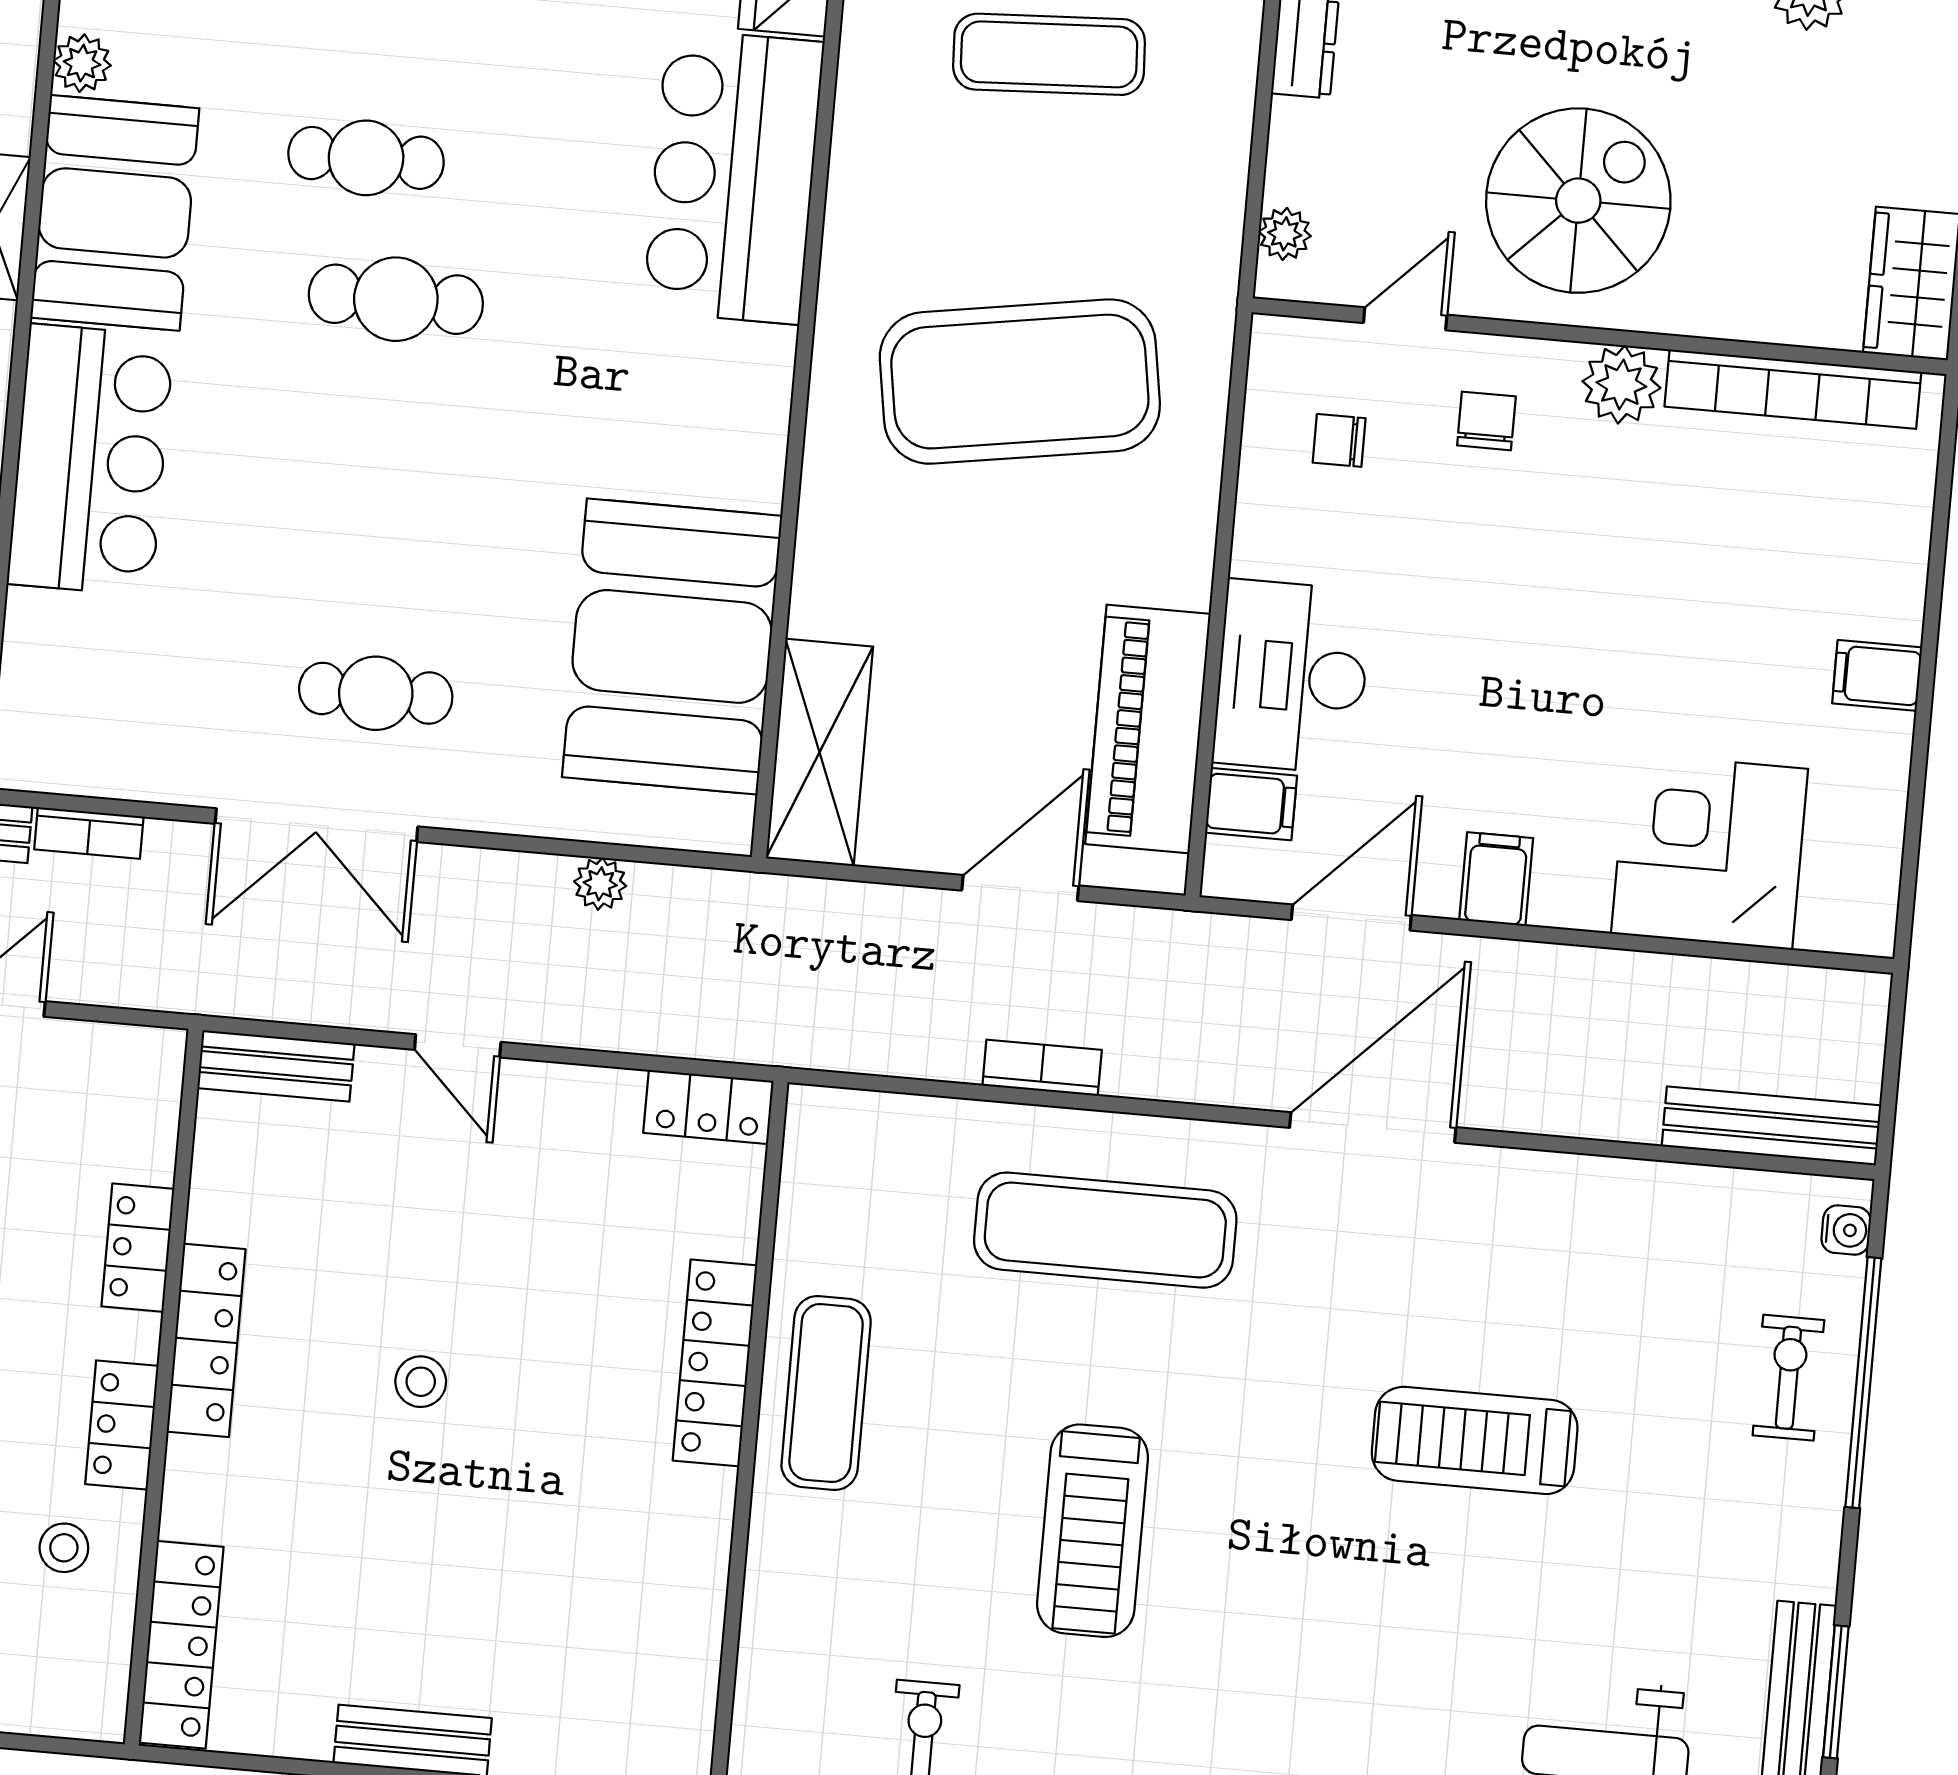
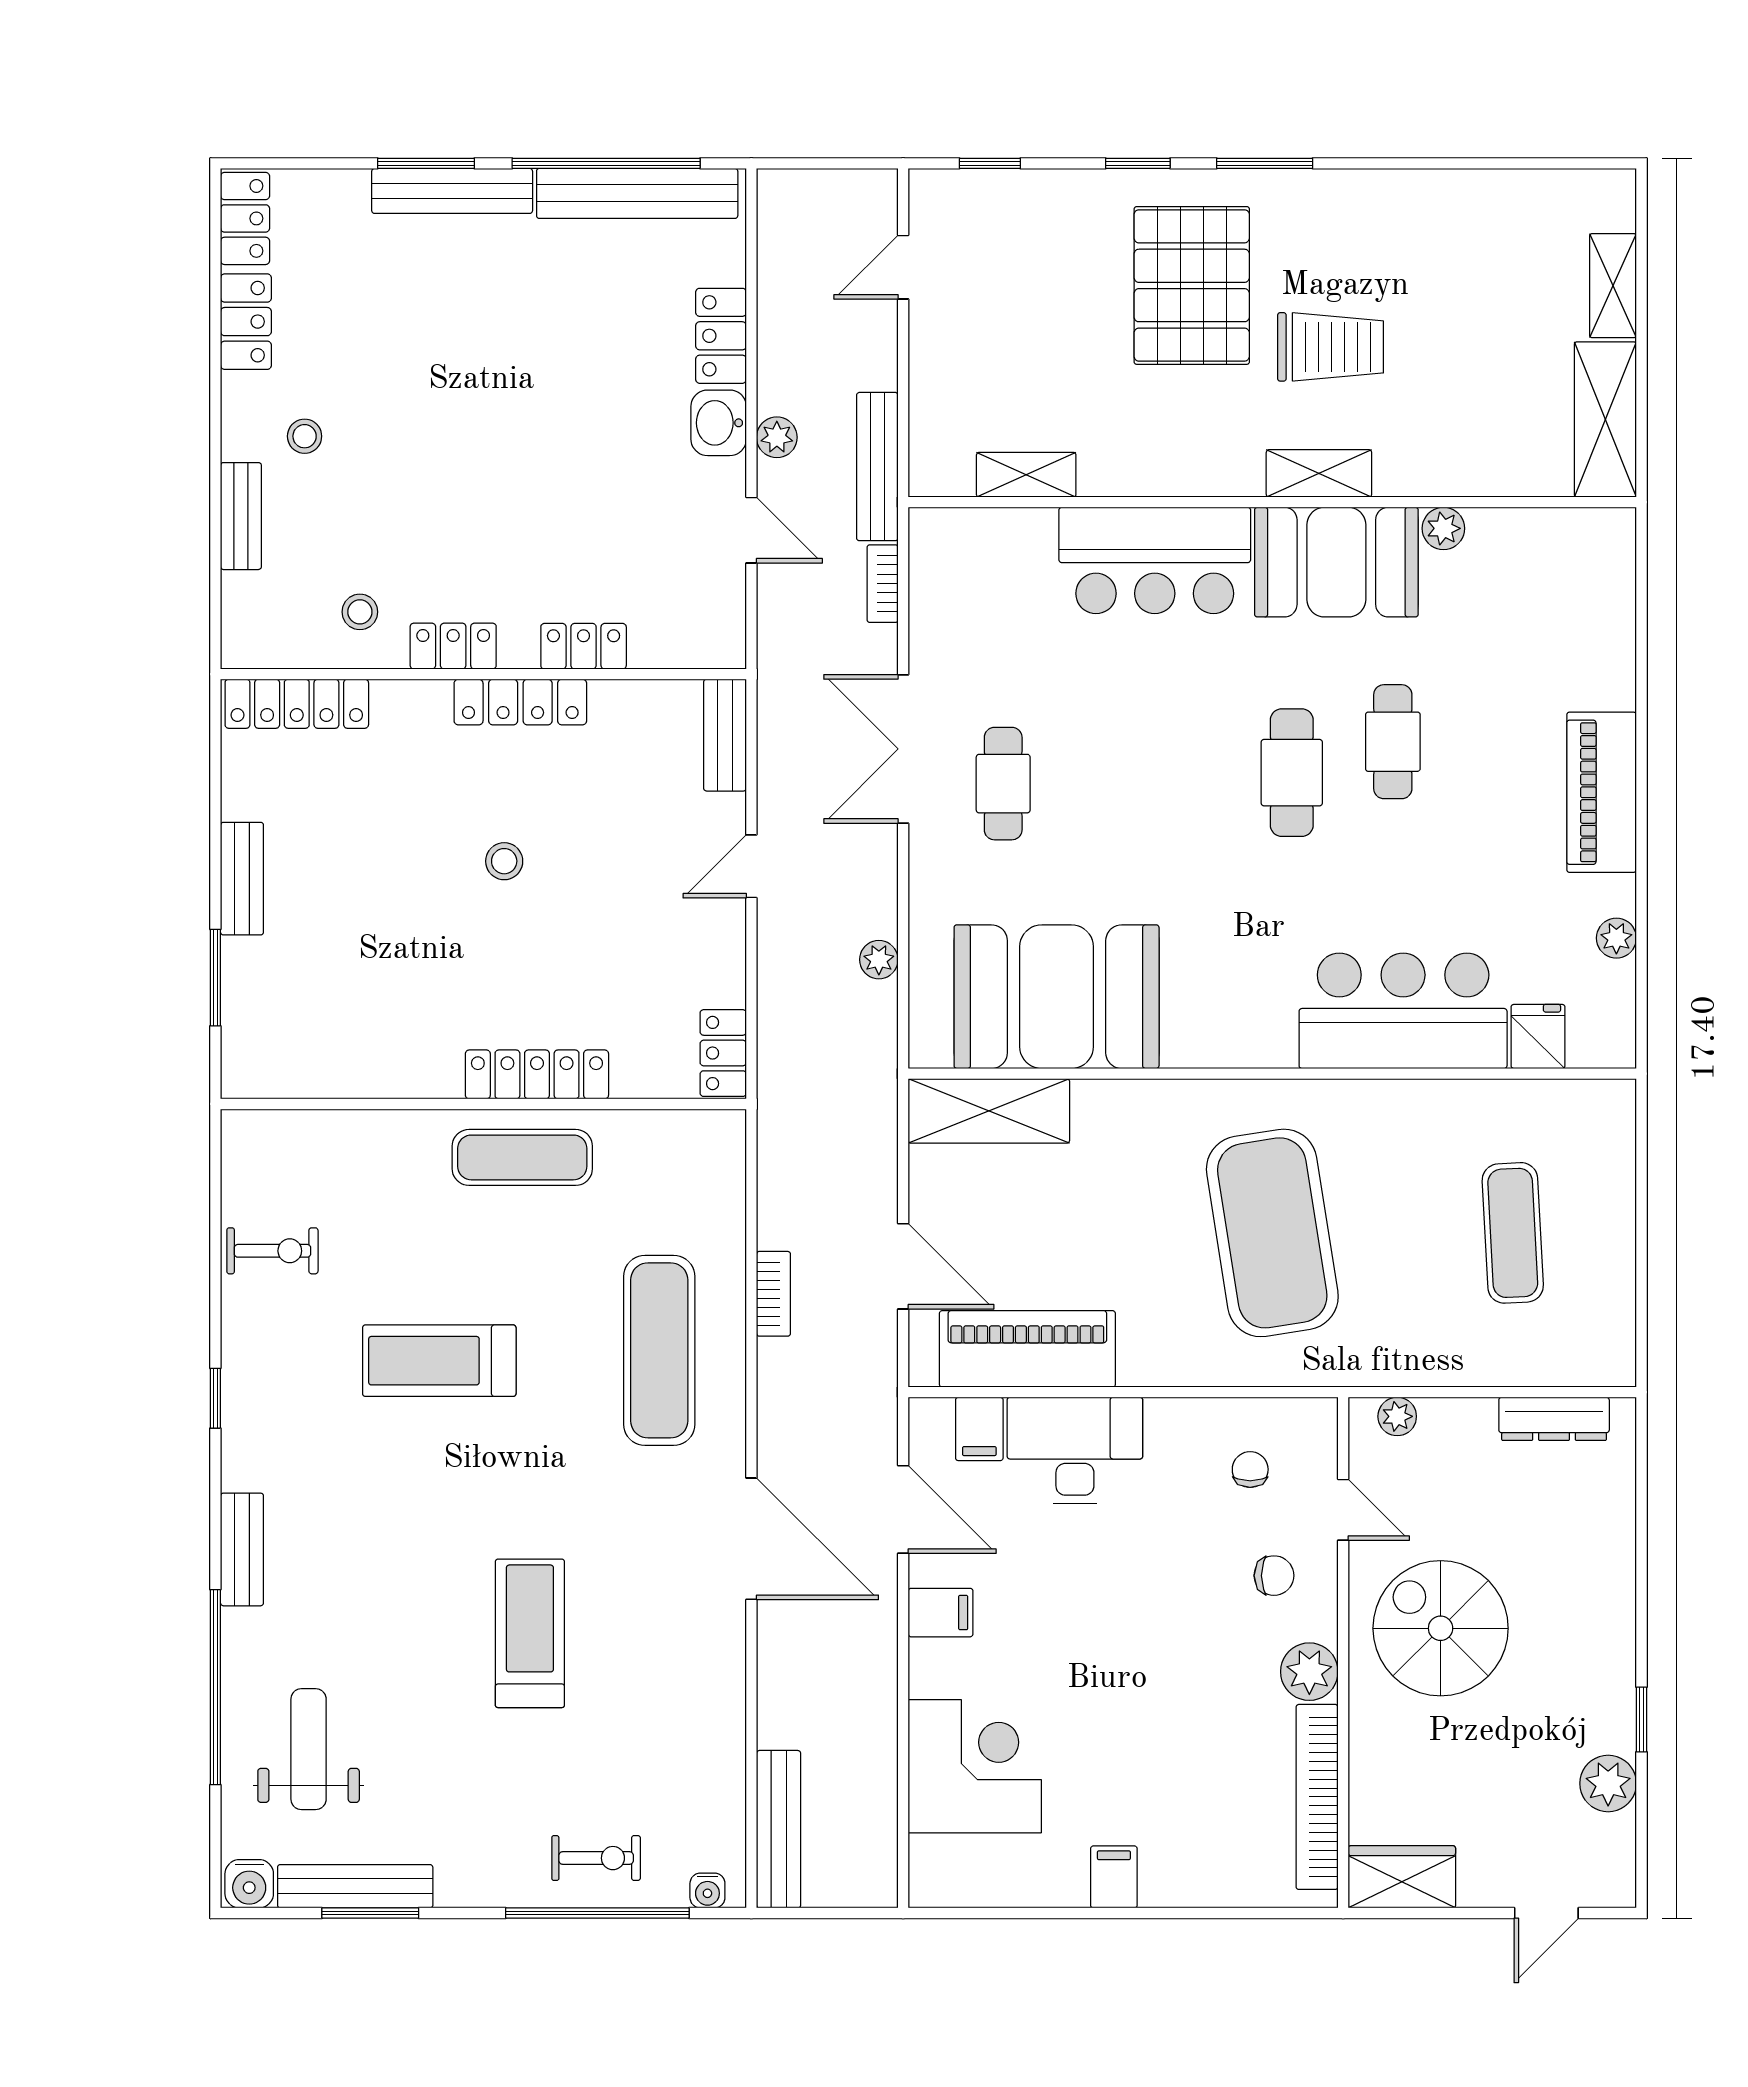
spiral stairs: (1578, 201) -> (1441, 1628), turned 180

